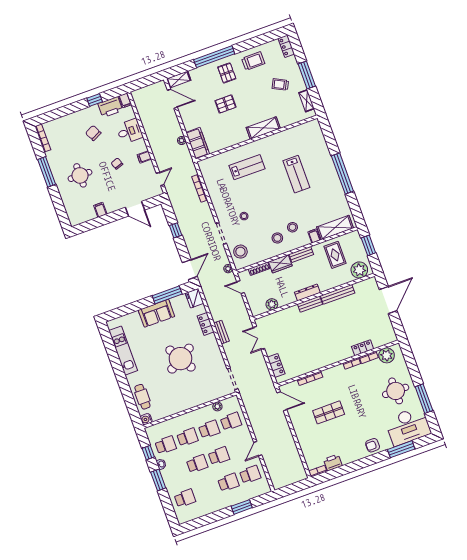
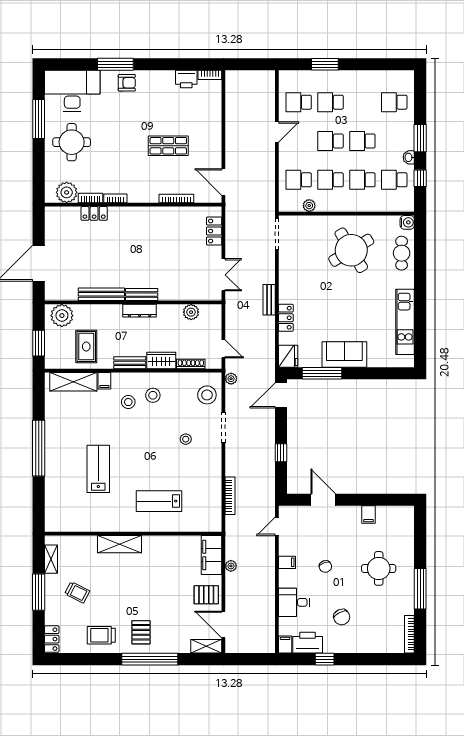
pallet: (226, 104) -> (206, 595), moved
round table: (180, 359) -> (351, 250), moved
window: (401, 449) -> (115, 64), moved

